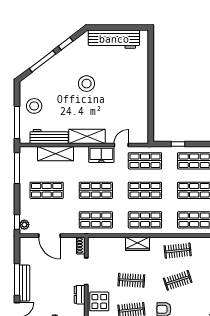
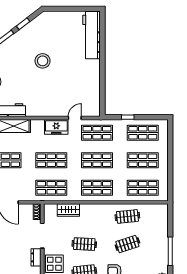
workbench: (114, 39) -> (92, 35), moved, turned 90
shelving: (87, 136) -> (43, 110), removed
wardrobe: (138, 244) -> (68, 210), moved

